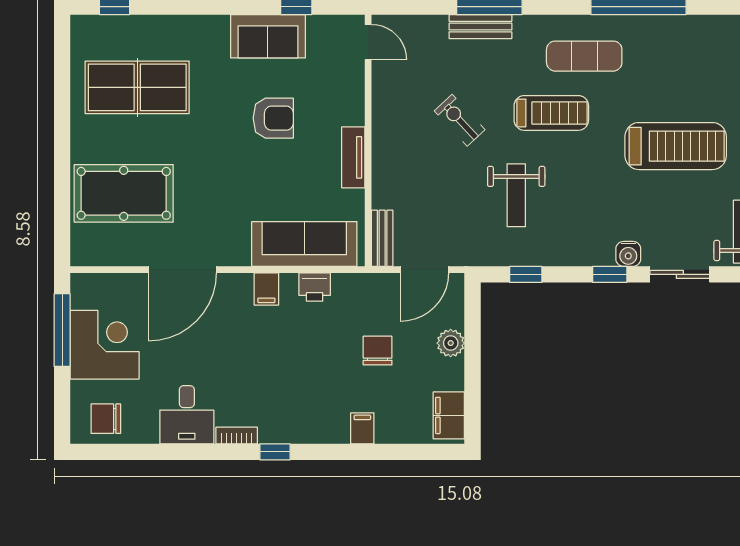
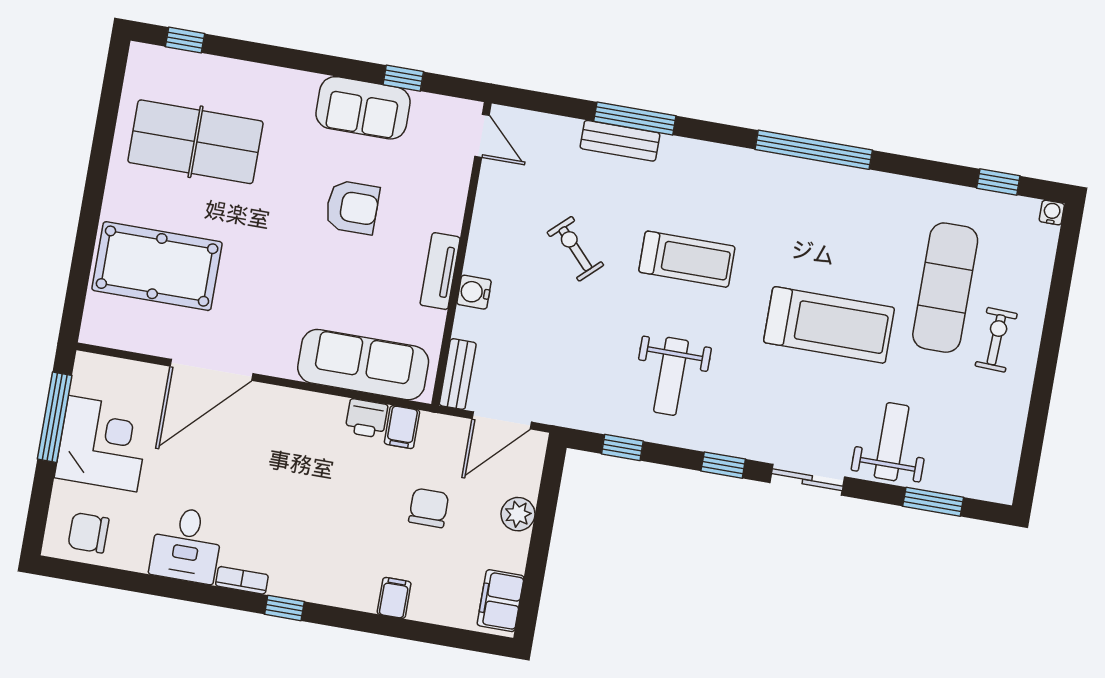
exercise mat: (584, 56) -> (738, 198), removed
weight bench: (516, 195) -> (671, 376), moved
water cooler: (628, 254) -> (474, 292), moved, turned 90
filing cabinet: (266, 289) -> (402, 427), moved

